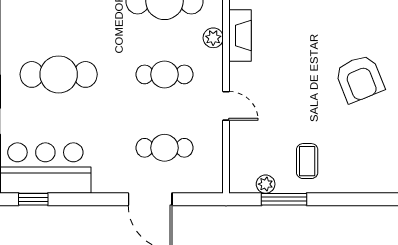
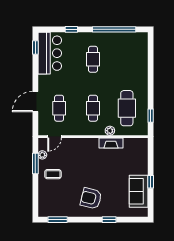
cafe table: (59, 74) -> (93, 59), width x0.73, depth x0.74
armchair: (360, 79) -> (91, 198), turned 36
door: (226, 106) -> (54, 137), moved

